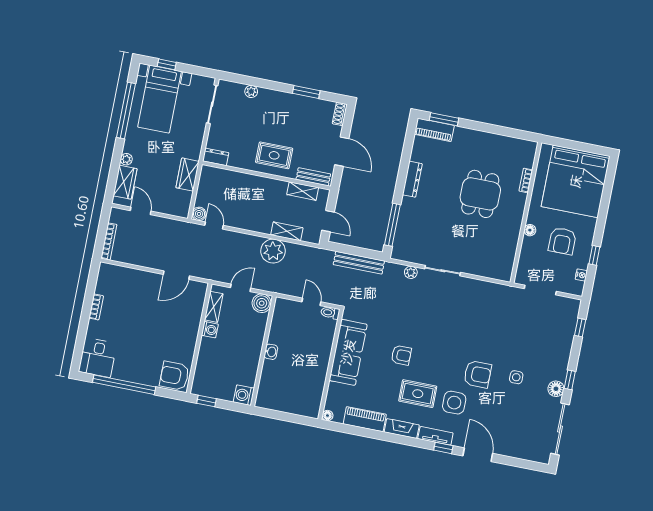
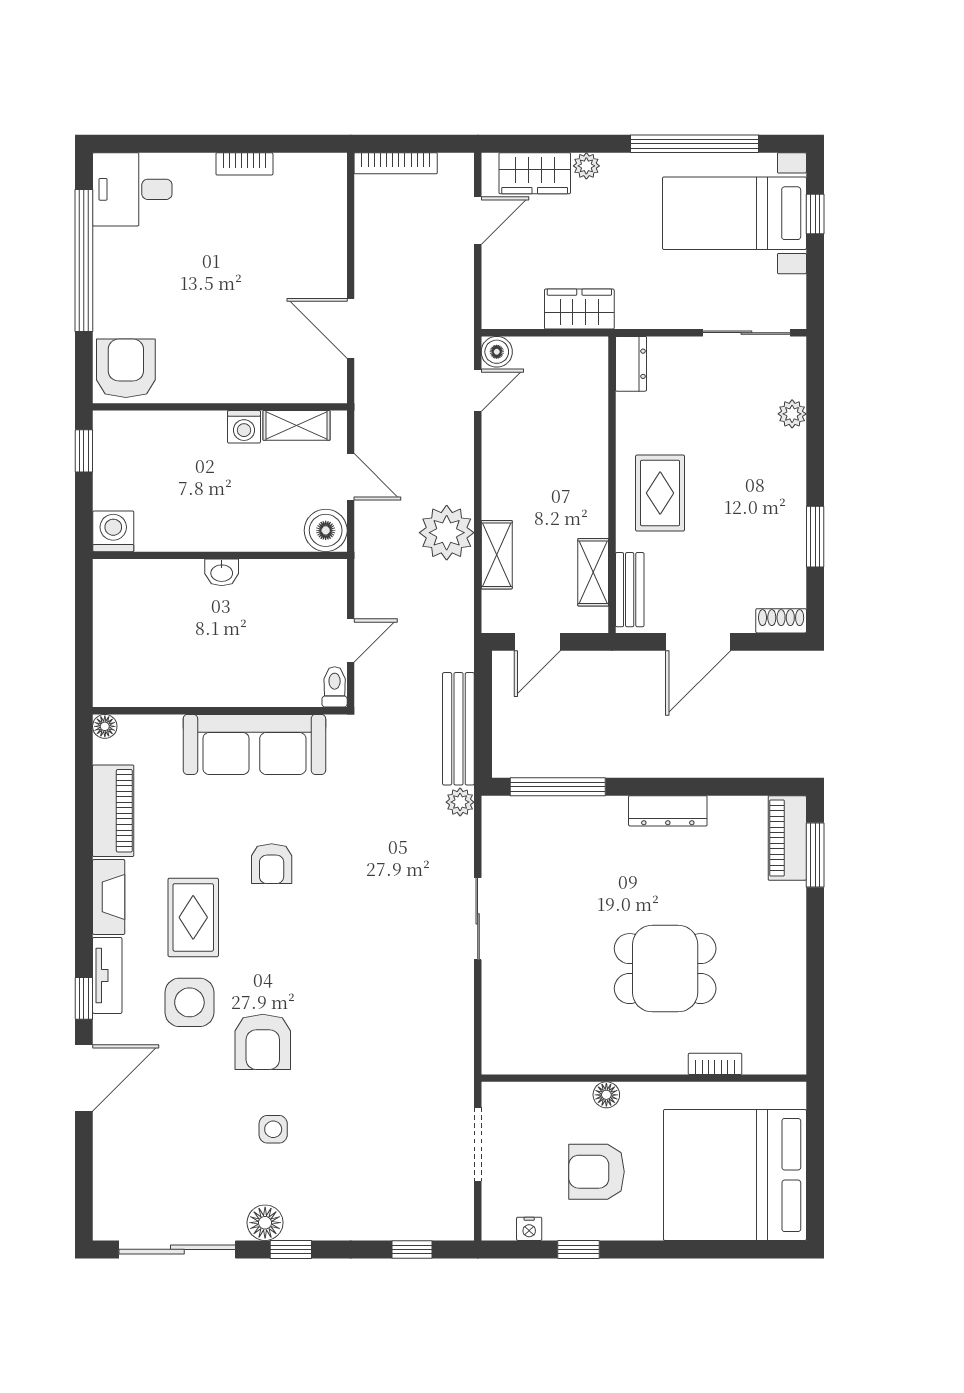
plant: (411, 272) -> (460, 802), moved

